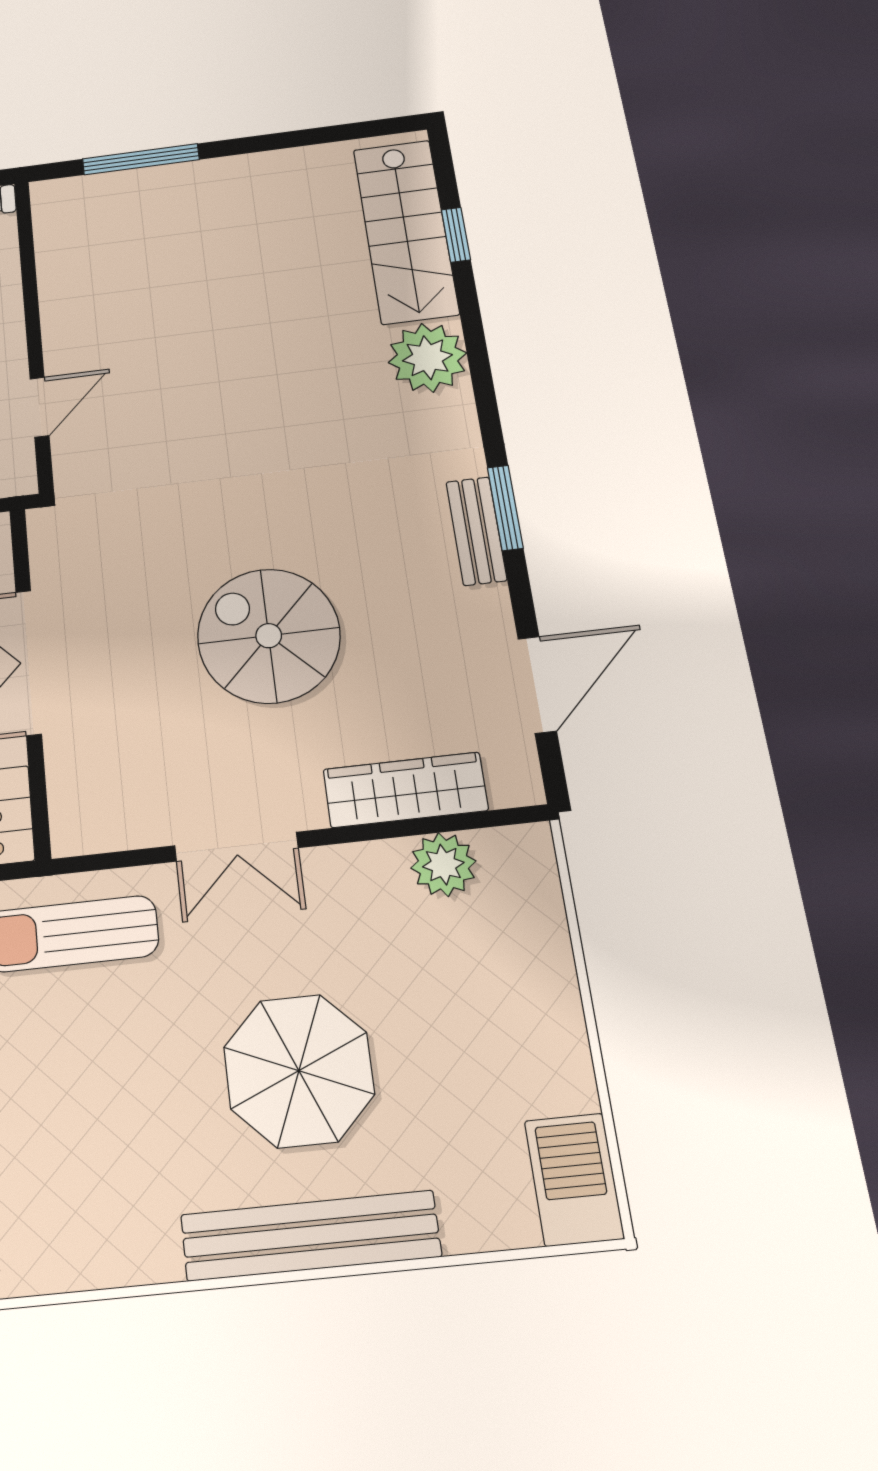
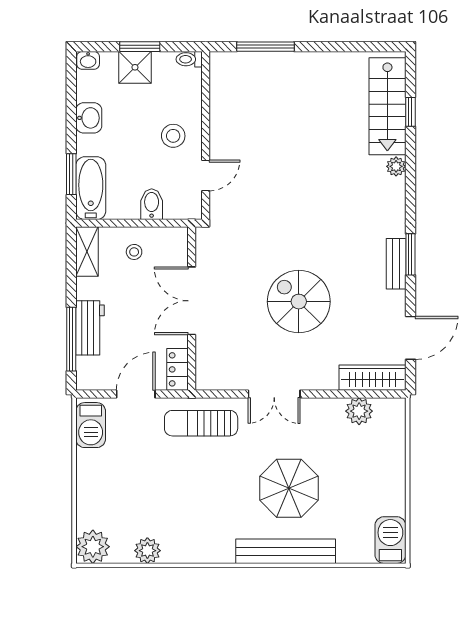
plant: (427, 358) -> (396, 166), width x0.53, depth x0.53
wardrobe: (405, 790) -> (372, 378), moved

